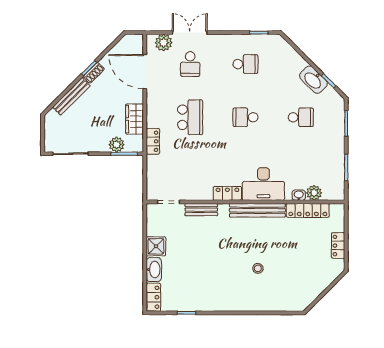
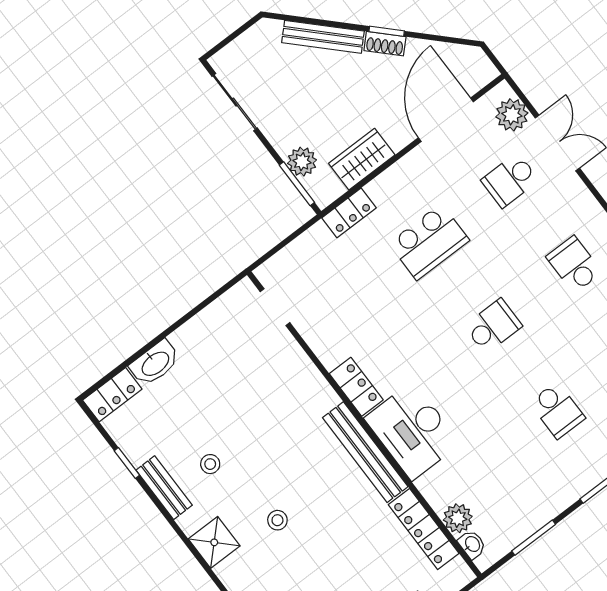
school desk: (245, 64) -> (574, 264), turned 180
school desk: (245, 117) -> (493, 326), turned 90
washbasin: (299, 195) -> (472, 544), moved
bench: (201, 210) -> (164, 488), moved
shower: (156, 246) -> (214, 542), moved
stool: (213, 279) -> (210, 464), added

